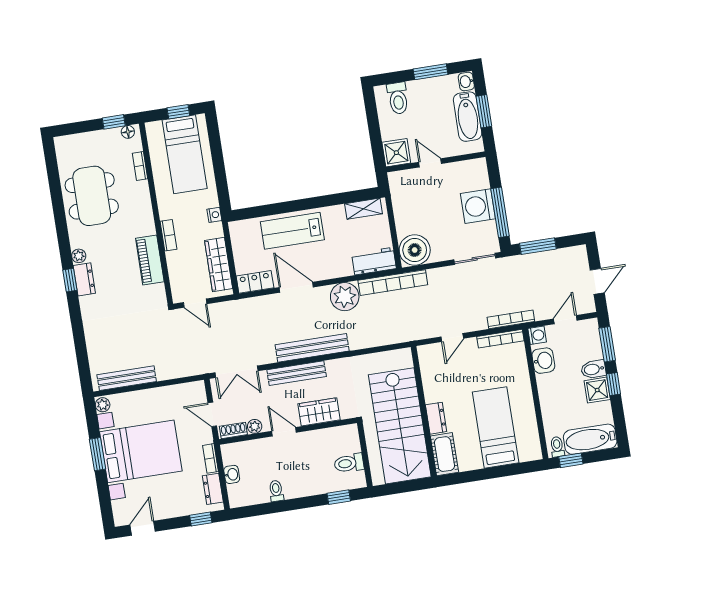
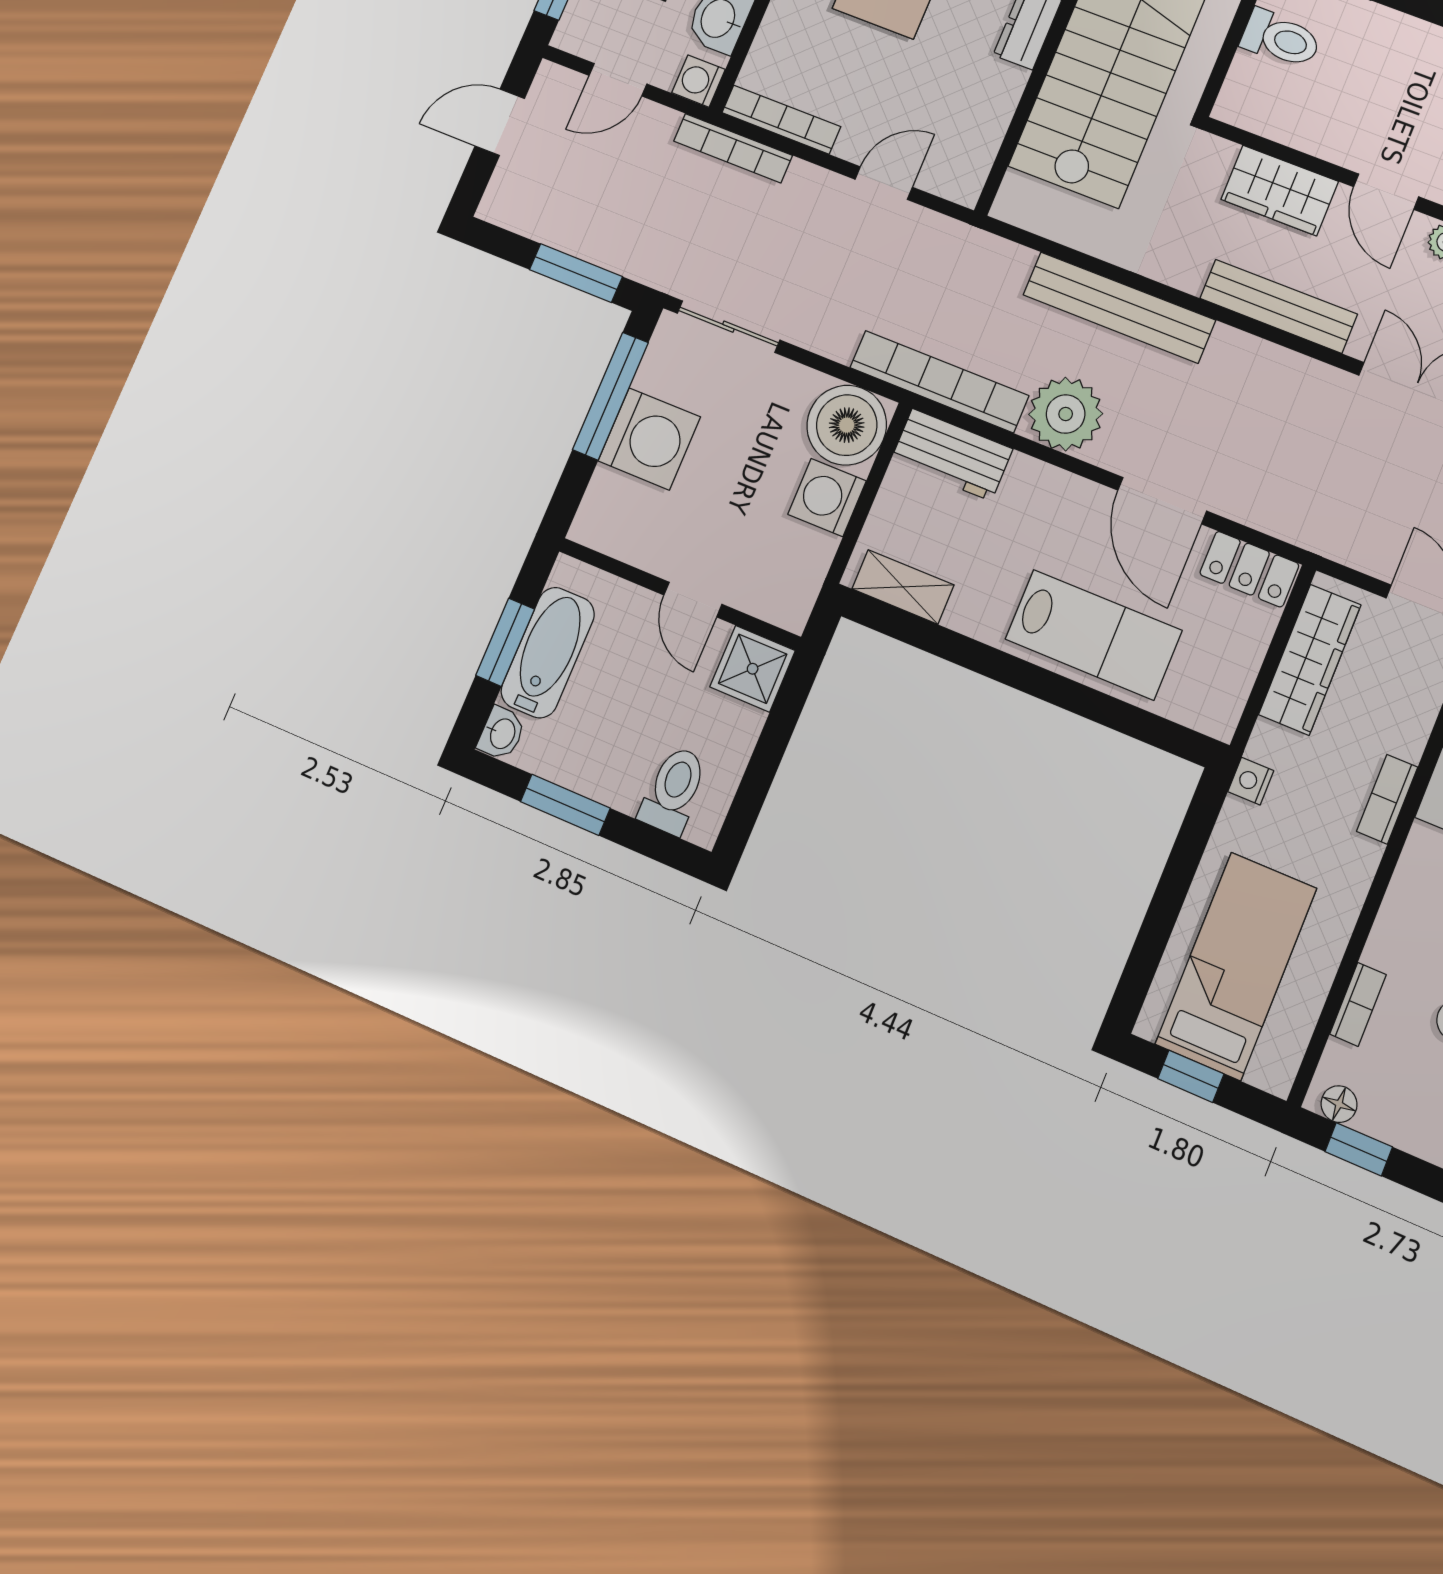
washing machine: (406, 223) -> (827, 498), added
bench: (312, 348) -> (1119, 307), moved

